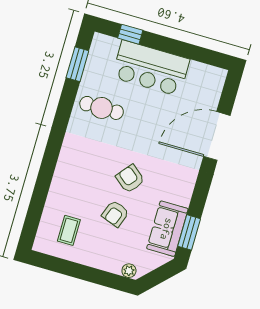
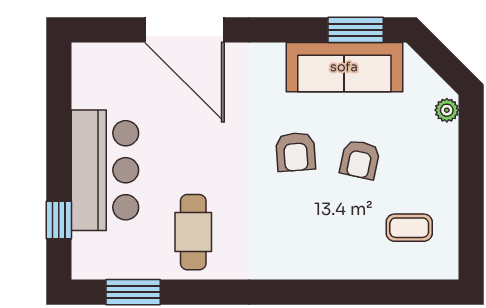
armchair: (130, 179) -> (296, 152), turned -43
armchair: (115, 214) -> (360, 160), turned 82
sofa: (167, 229) -> (344, 67), width x1.36

